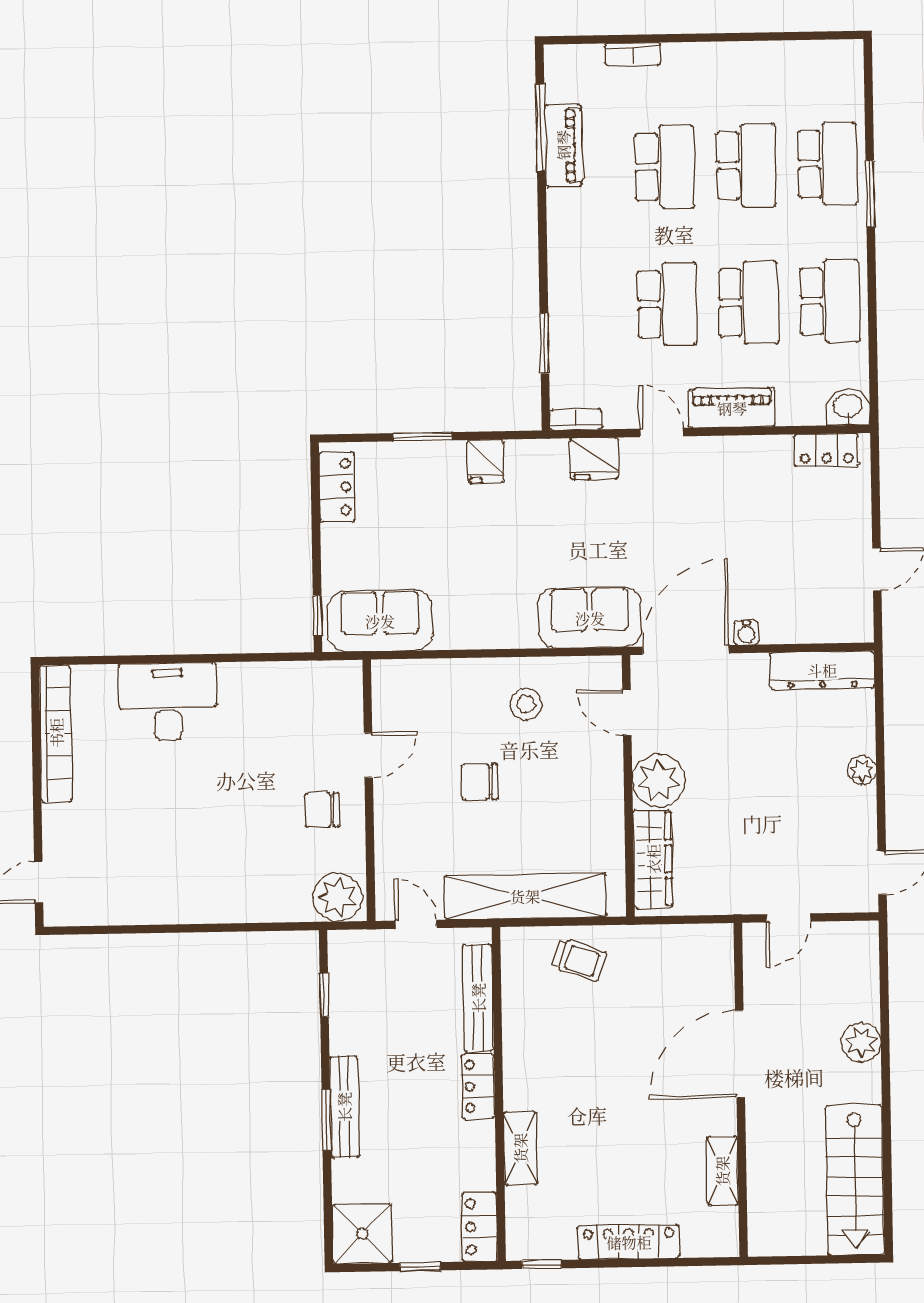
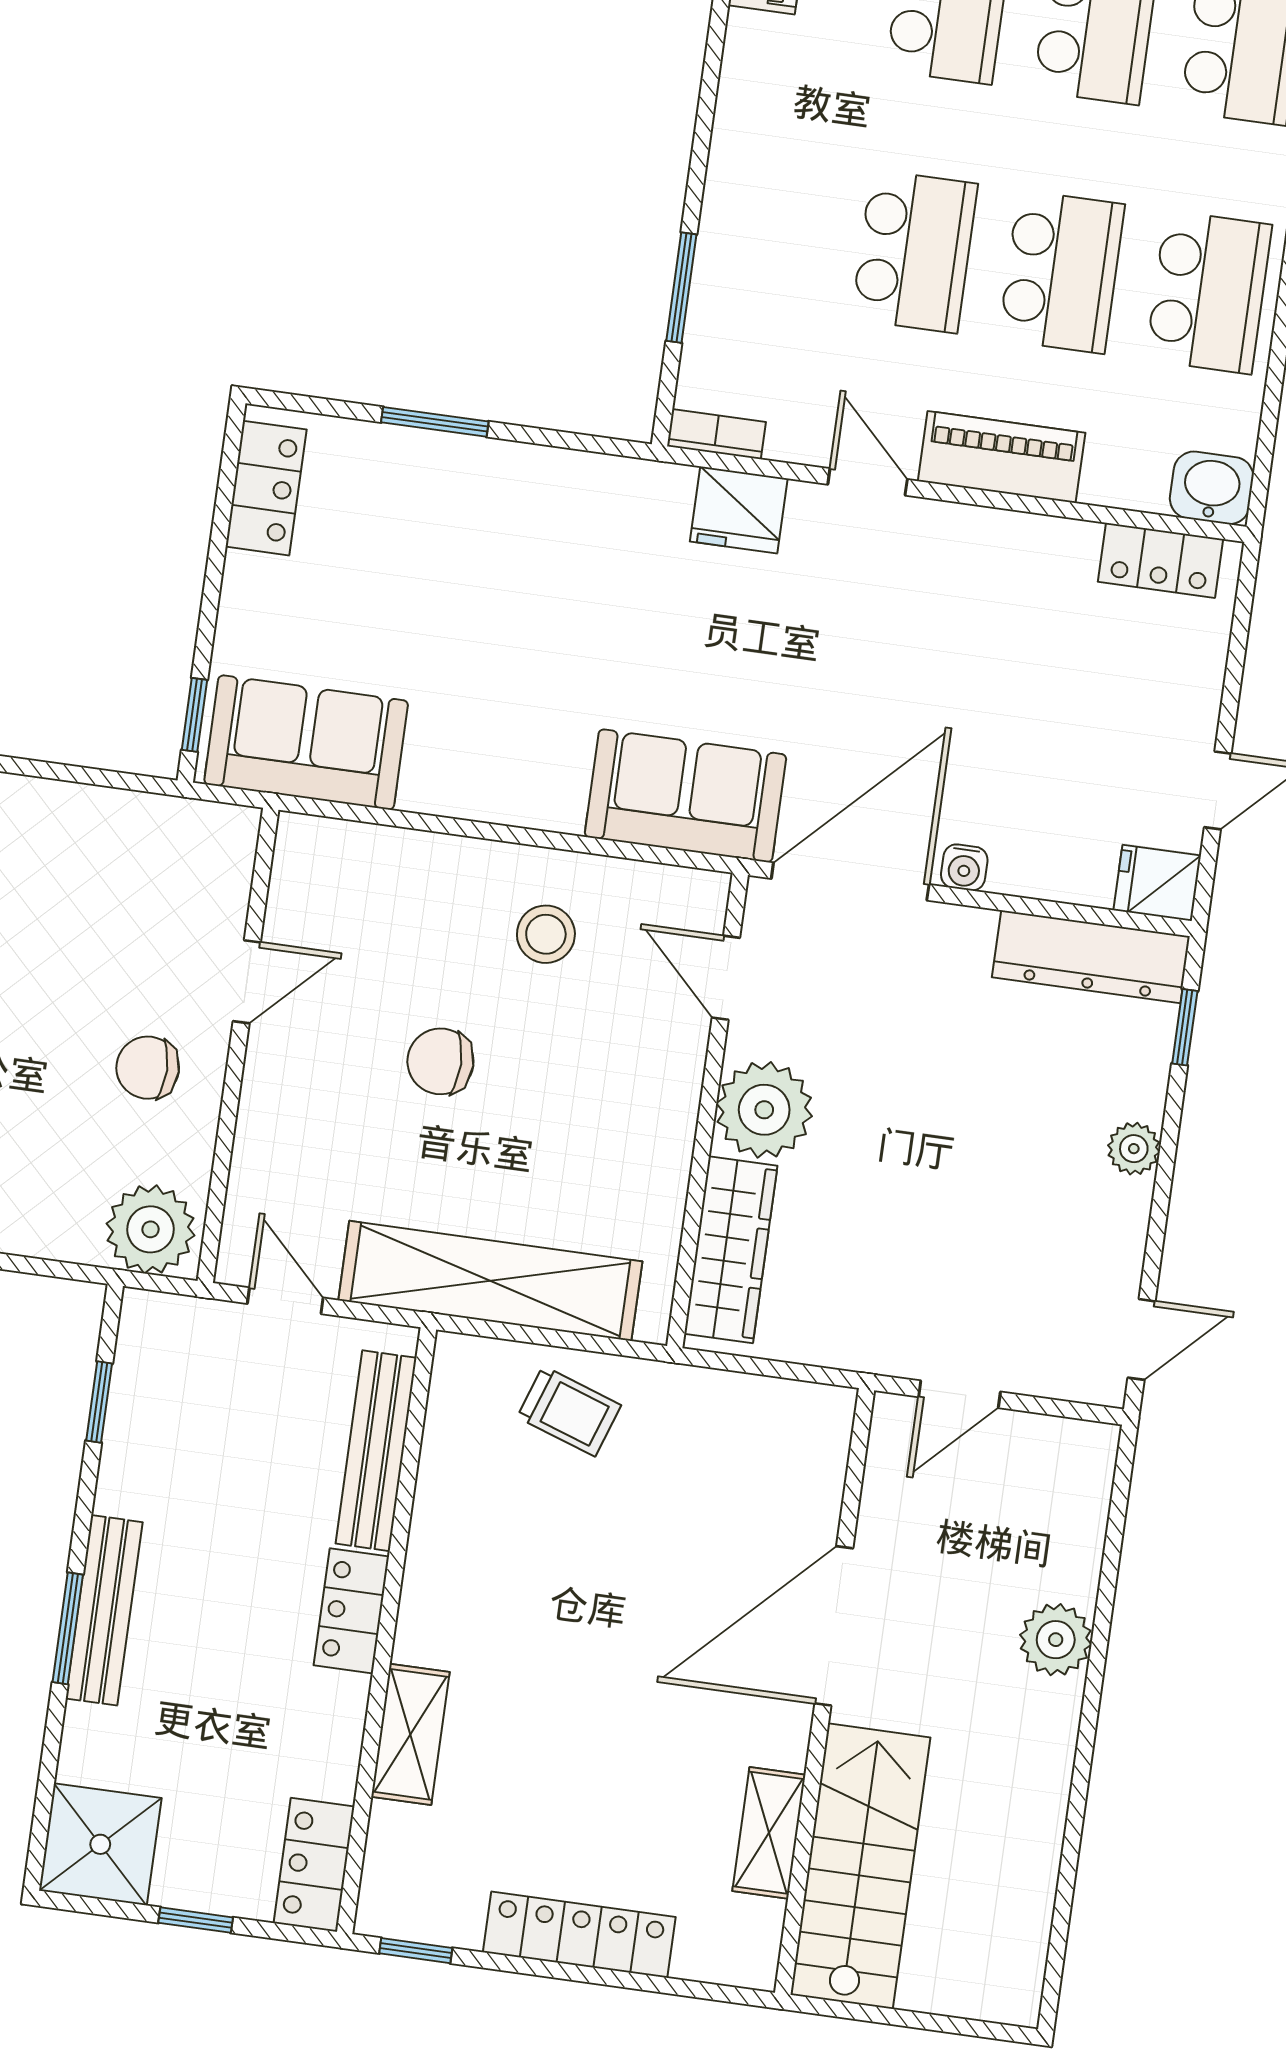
fridge: (486, 461) -> (1157, 883), moved, turned 90
window: (879, 700) -> (1185, 1027), added
stairs: (855, 1180) -> (860, 1866), moved, turned 180

